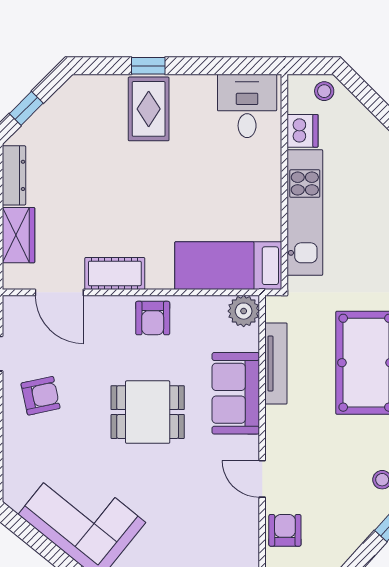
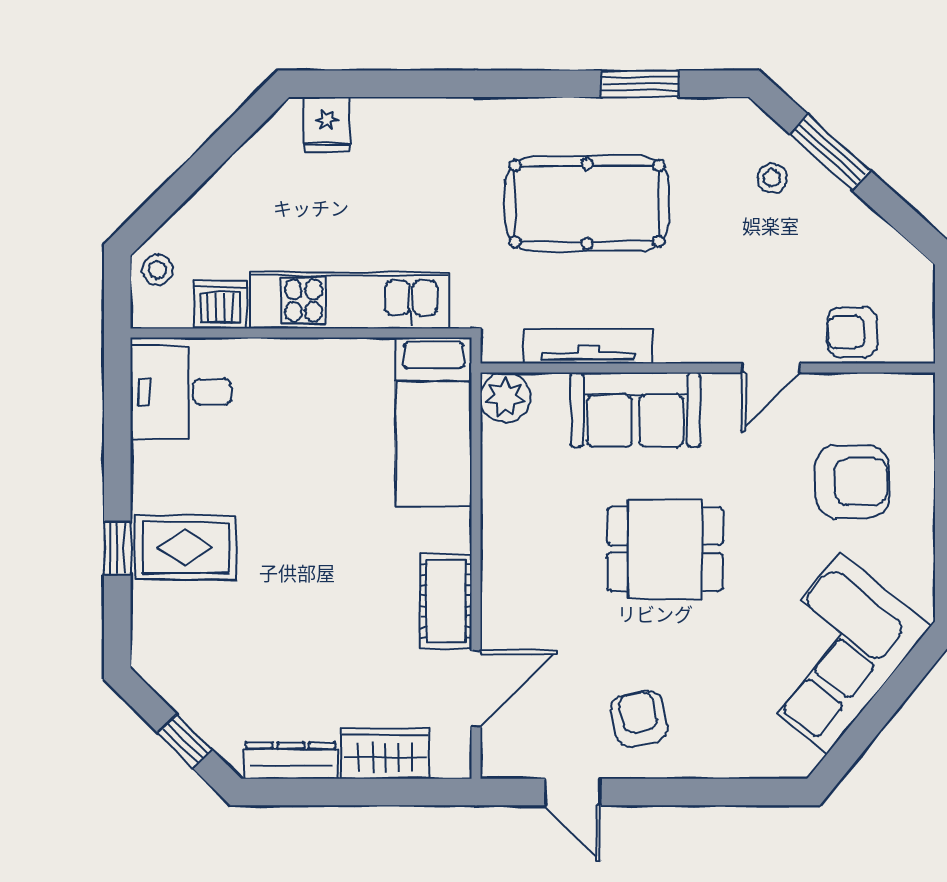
armchair: (153, 318) -> (852, 482), moved, width x1.38, depth x1.38
dining table: (148, 412) -> (665, 549), turned 90

